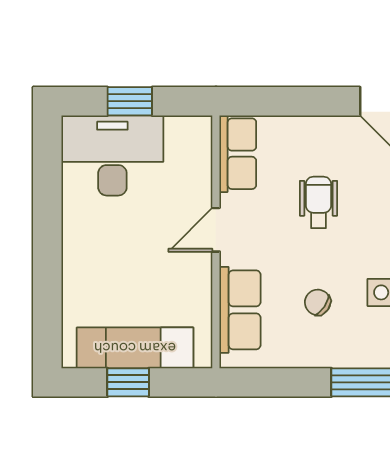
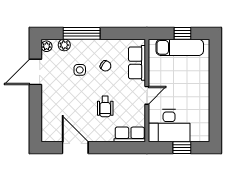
row of seats: (238, 154) -> (130, 134), moved, turned 90
desk: (112, 155) -> (169, 126), moved

